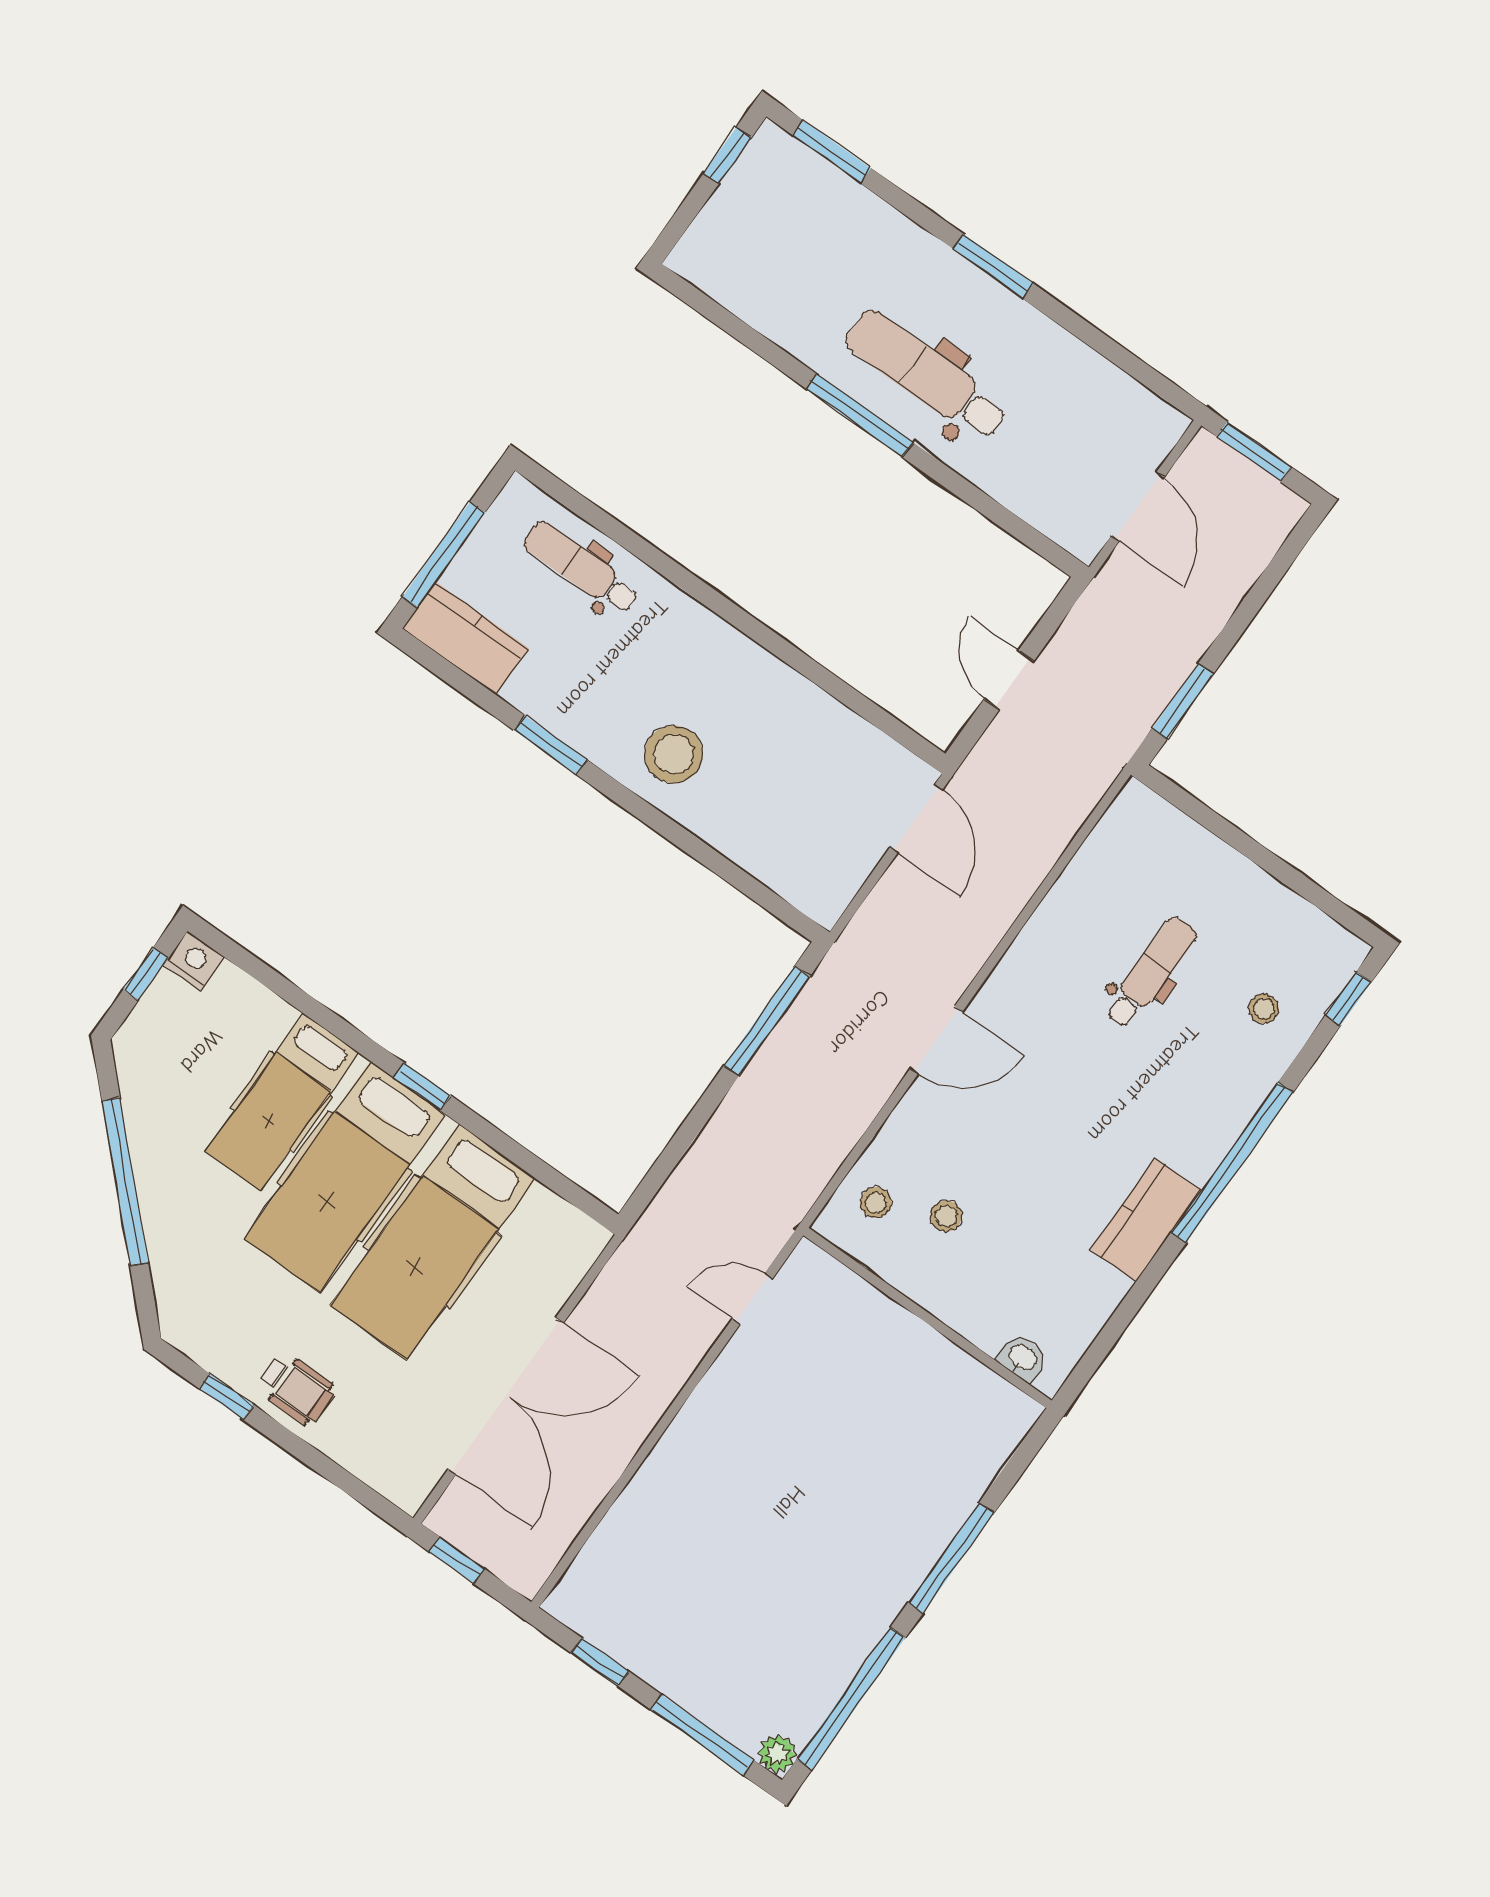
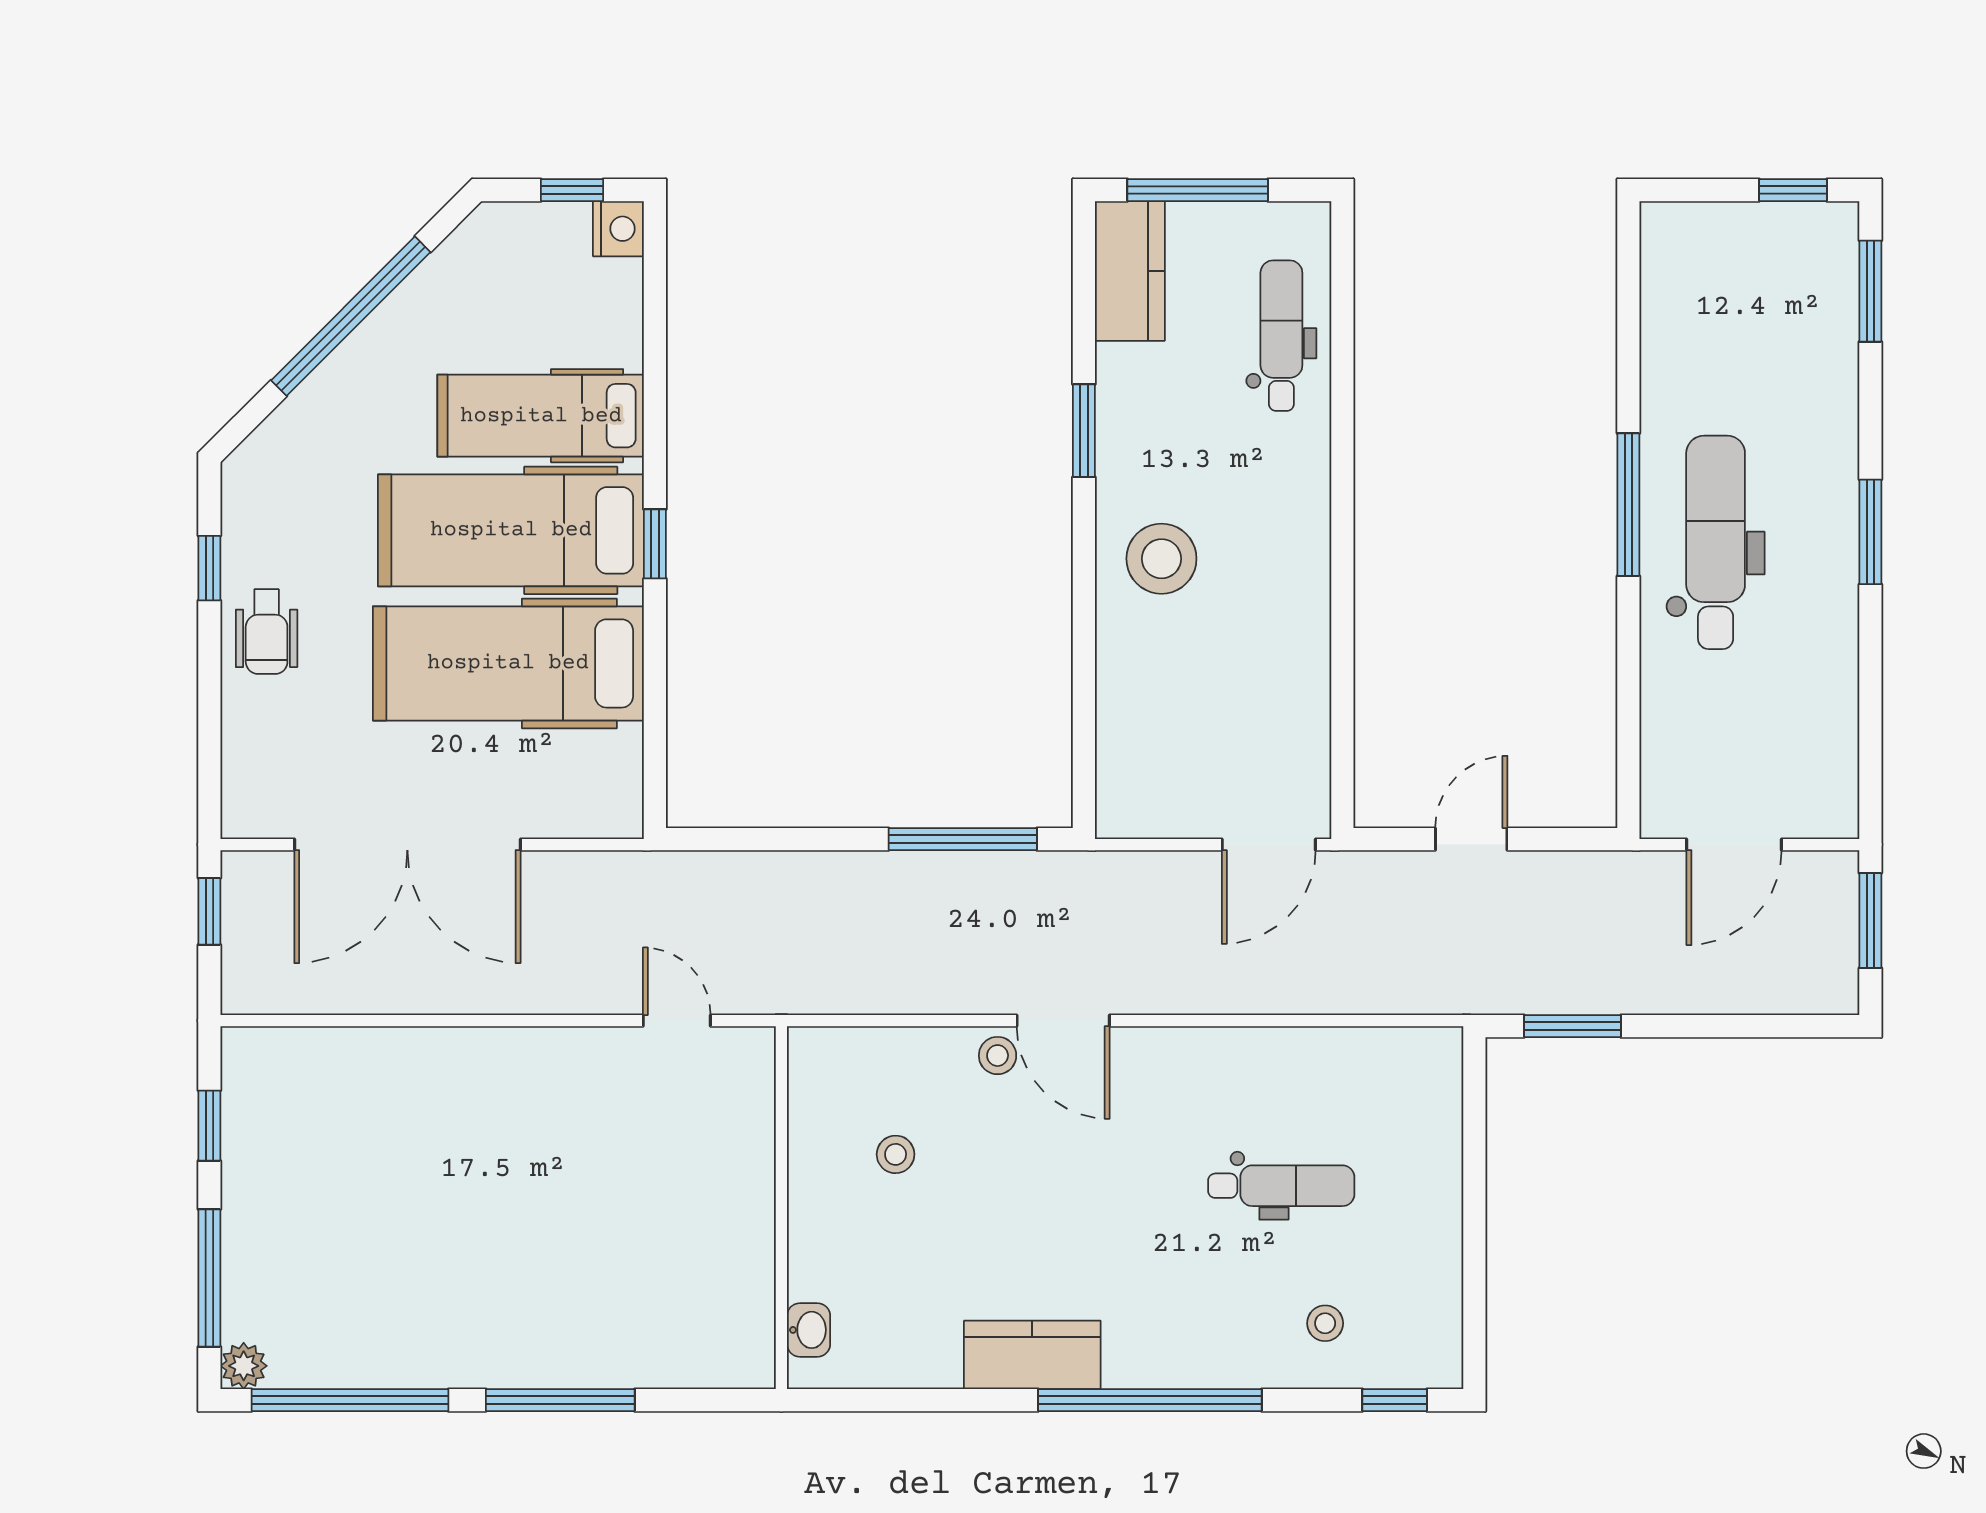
stool: (876, 1202) -> (998, 1056), moved

